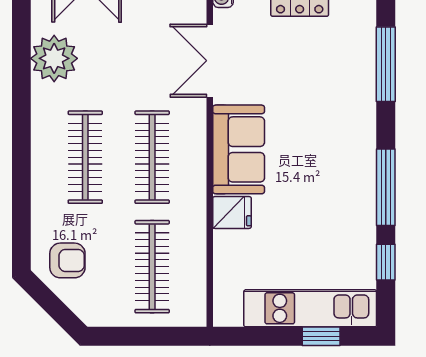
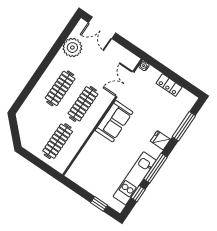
fridge: (232, 212) -> (160, 140), moved, turned 180
armchair: (67, 260) -> (30, 119), removed
kitchen unit: (310, 308) -> (135, 178), moved, turned -90

